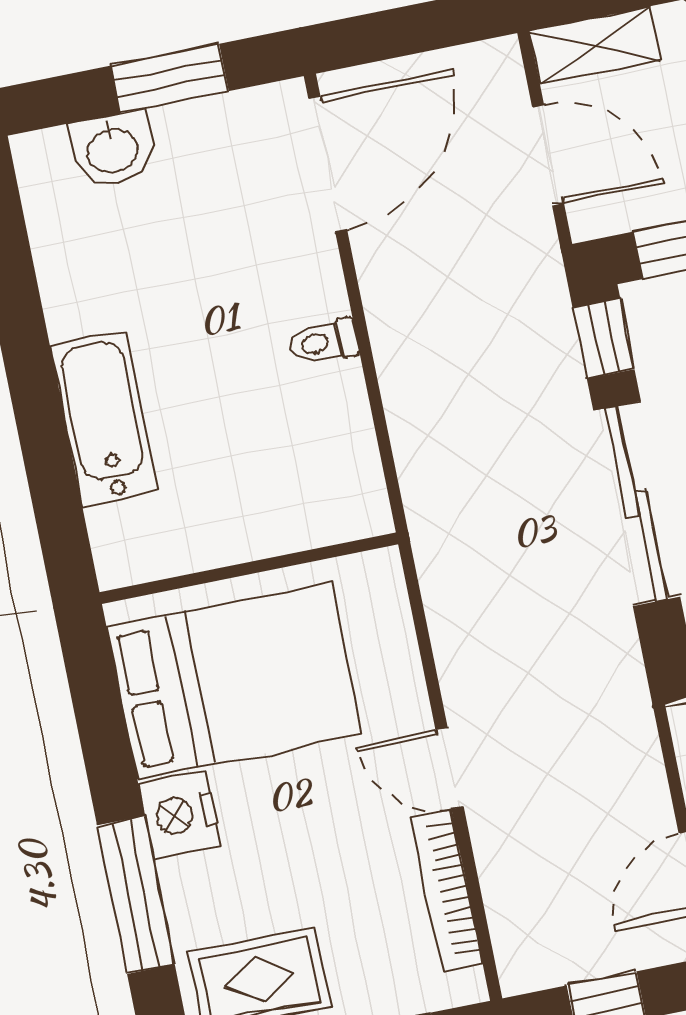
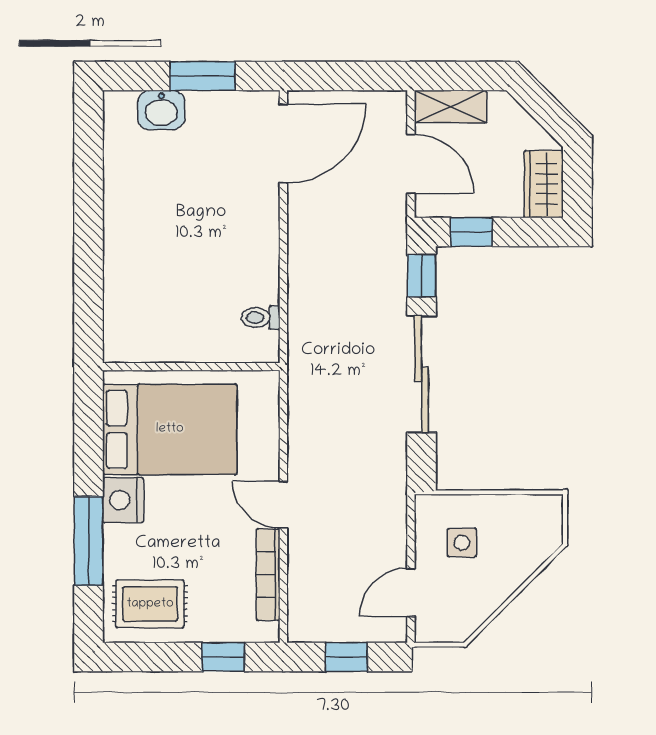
toilet: (324, 342) -> (261, 318), moved
bathtub: (104, 419) -> (125, 264), removed

